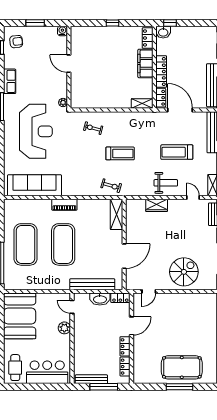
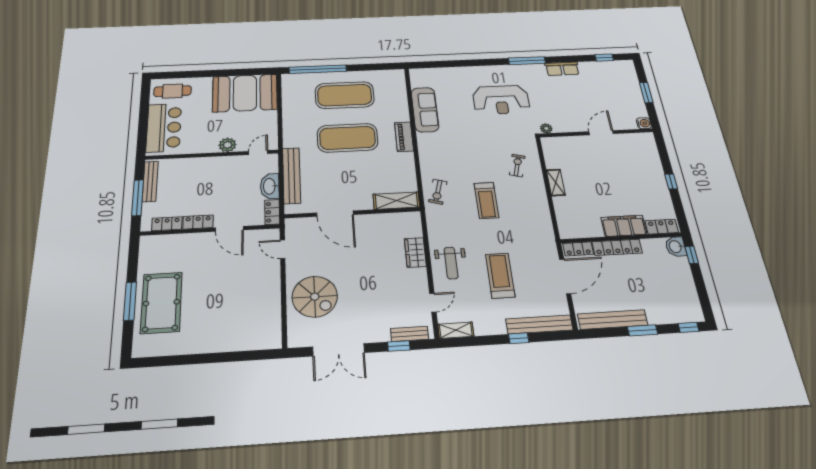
armchair: (16, 42) -> (616, 73), removed
shelving: (142, 104) -> (556, 183), moved
reception desk: (36, 131) -> (501, 100), width x0.74, depth x0.77
sofa: (34, 185) -> (425, 110), width x0.74, depth x0.79

